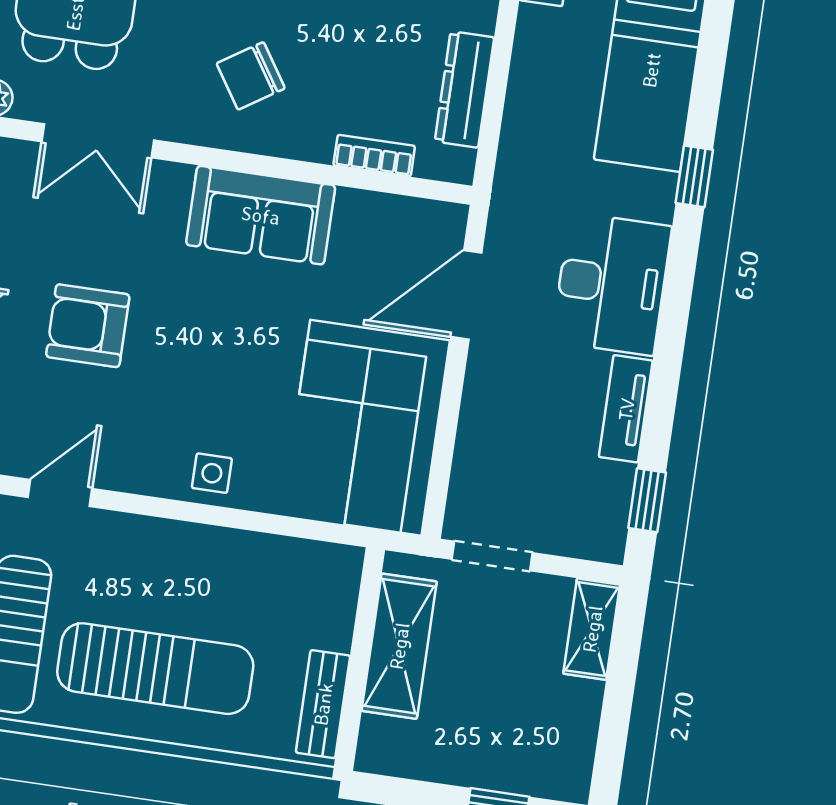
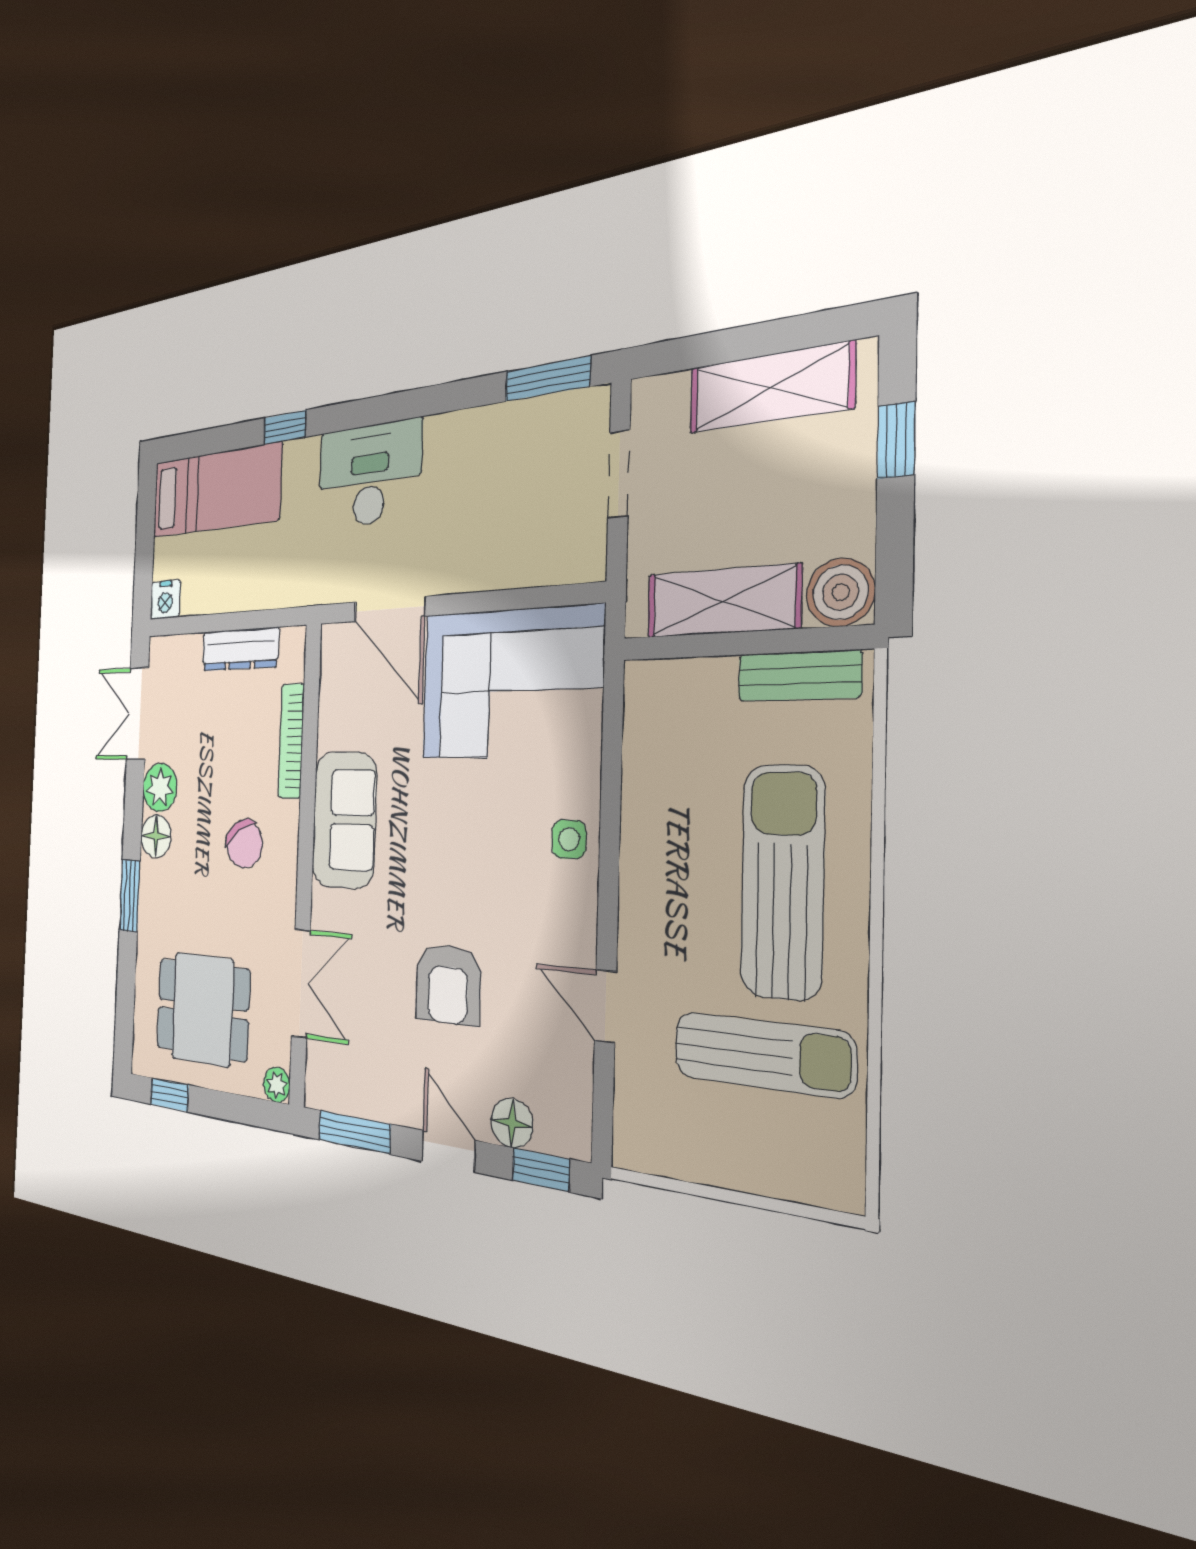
bookcase: (374, 156) -> (291, 741), width x1.56
tv unit: (626, 409) -> (469, 428), removed
window: (647, 500) -> (548, 379), width x1.50
doorway: (492, 556) -> (619, 474), moved
shelving: (592, 629) -> (771, 388), moved, width x1.50, depth x1.33
boiler: (385, 747) -> (841, 592), added

